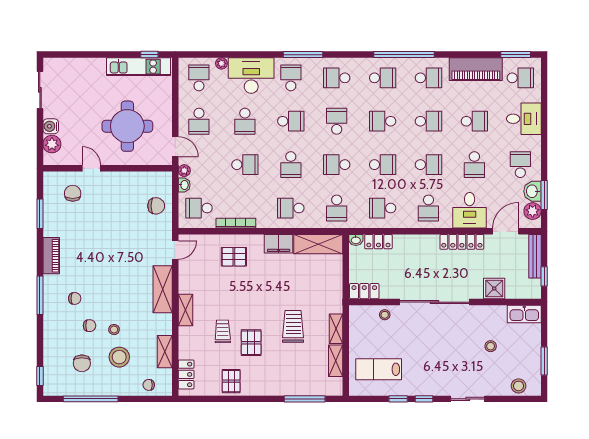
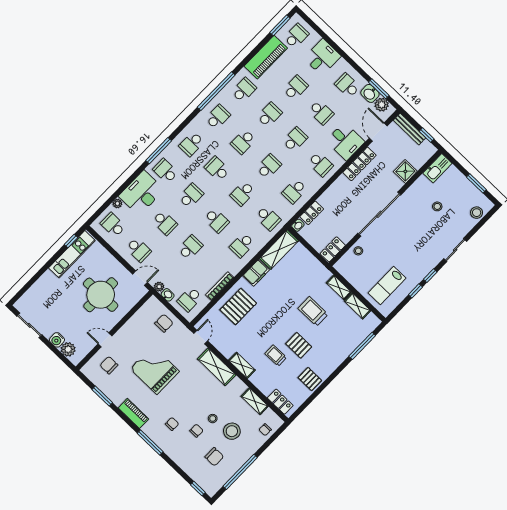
grand piano: (107, 238) -> (155, 370), added
pallet: (234, 257) -> (238, 306), width x1.50, depth x1.42

